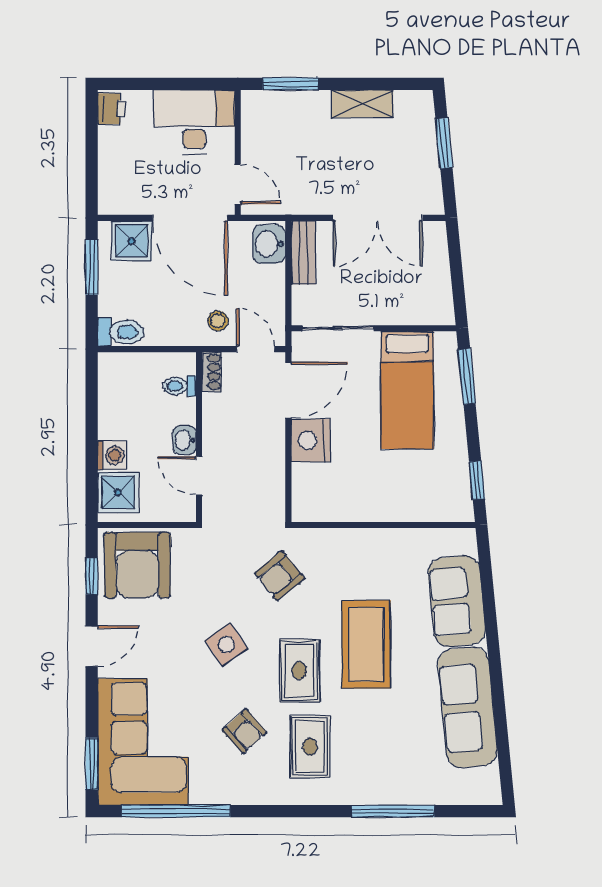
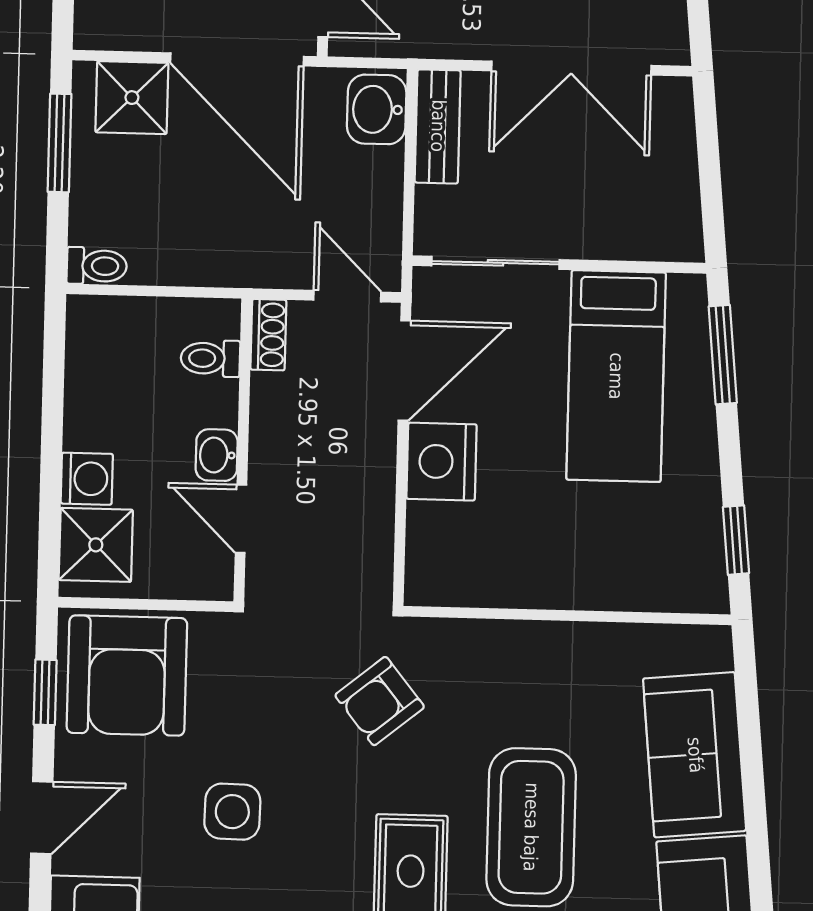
stool: (218, 321) -> (282, 244), removed
toilet: (121, 332) -> (97, 266), width x0.73, depth x0.72
side table: (226, 645) -> (232, 812), moved, turned 35

